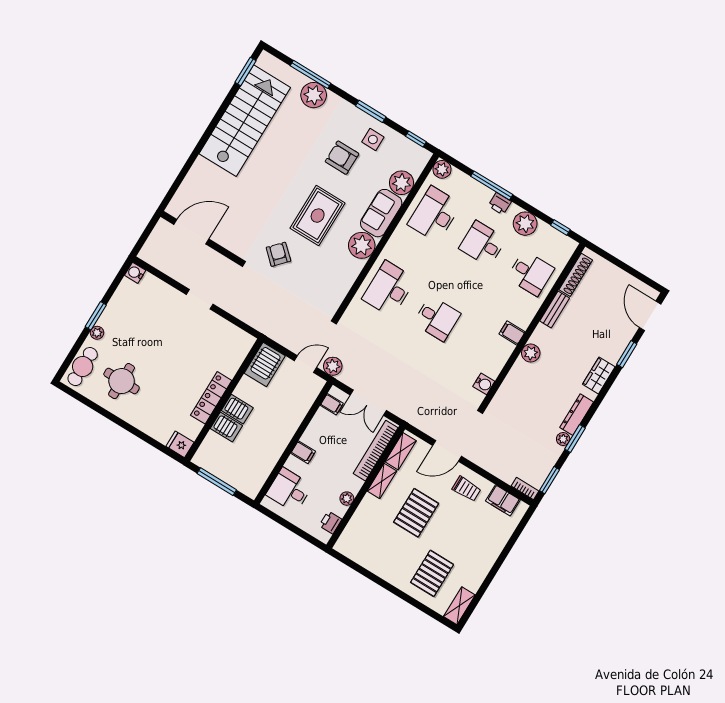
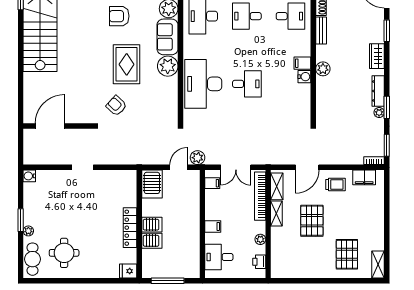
desk: (389, 289) -> (203, 84), width x1.36, depth x1.30
water cooler: (484, 384) -> (304, 77), moved

